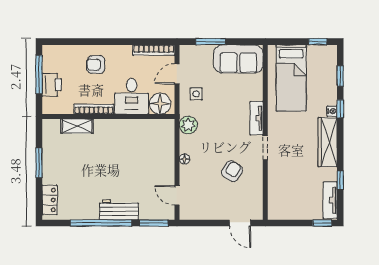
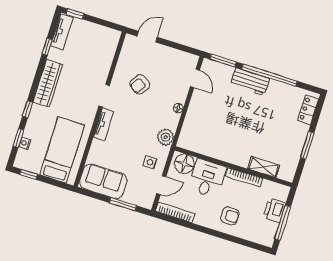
nightstand: (332, 111) -> (25, 143), moved
door: (240, 223) -> (147, 37), hinge flipped

